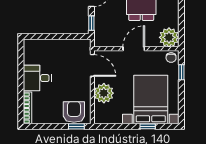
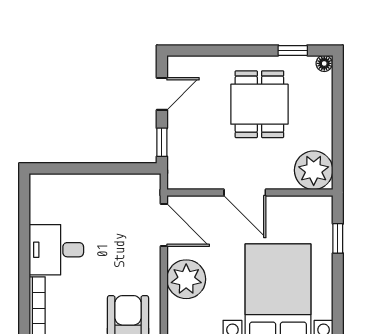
door: (134, 49) -> (245, 192), swing flipped
chair: (171, 58) -> (318, 210), removed

